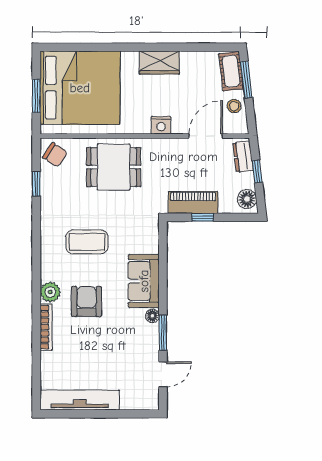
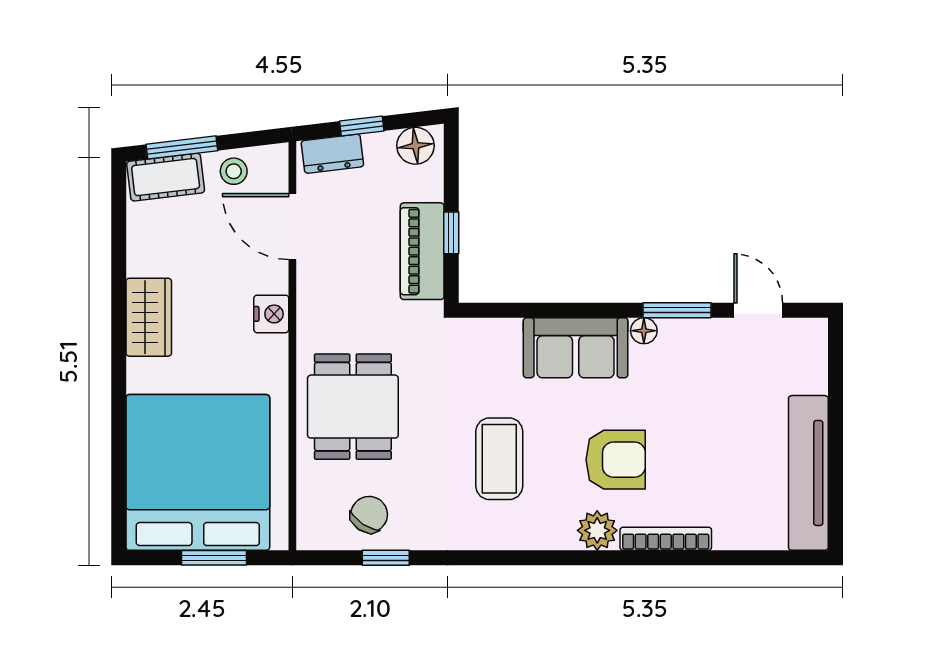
chair: (55, 155) -> (369, 514), moved
armchair: (86, 301) -> (616, 460), turned 180

